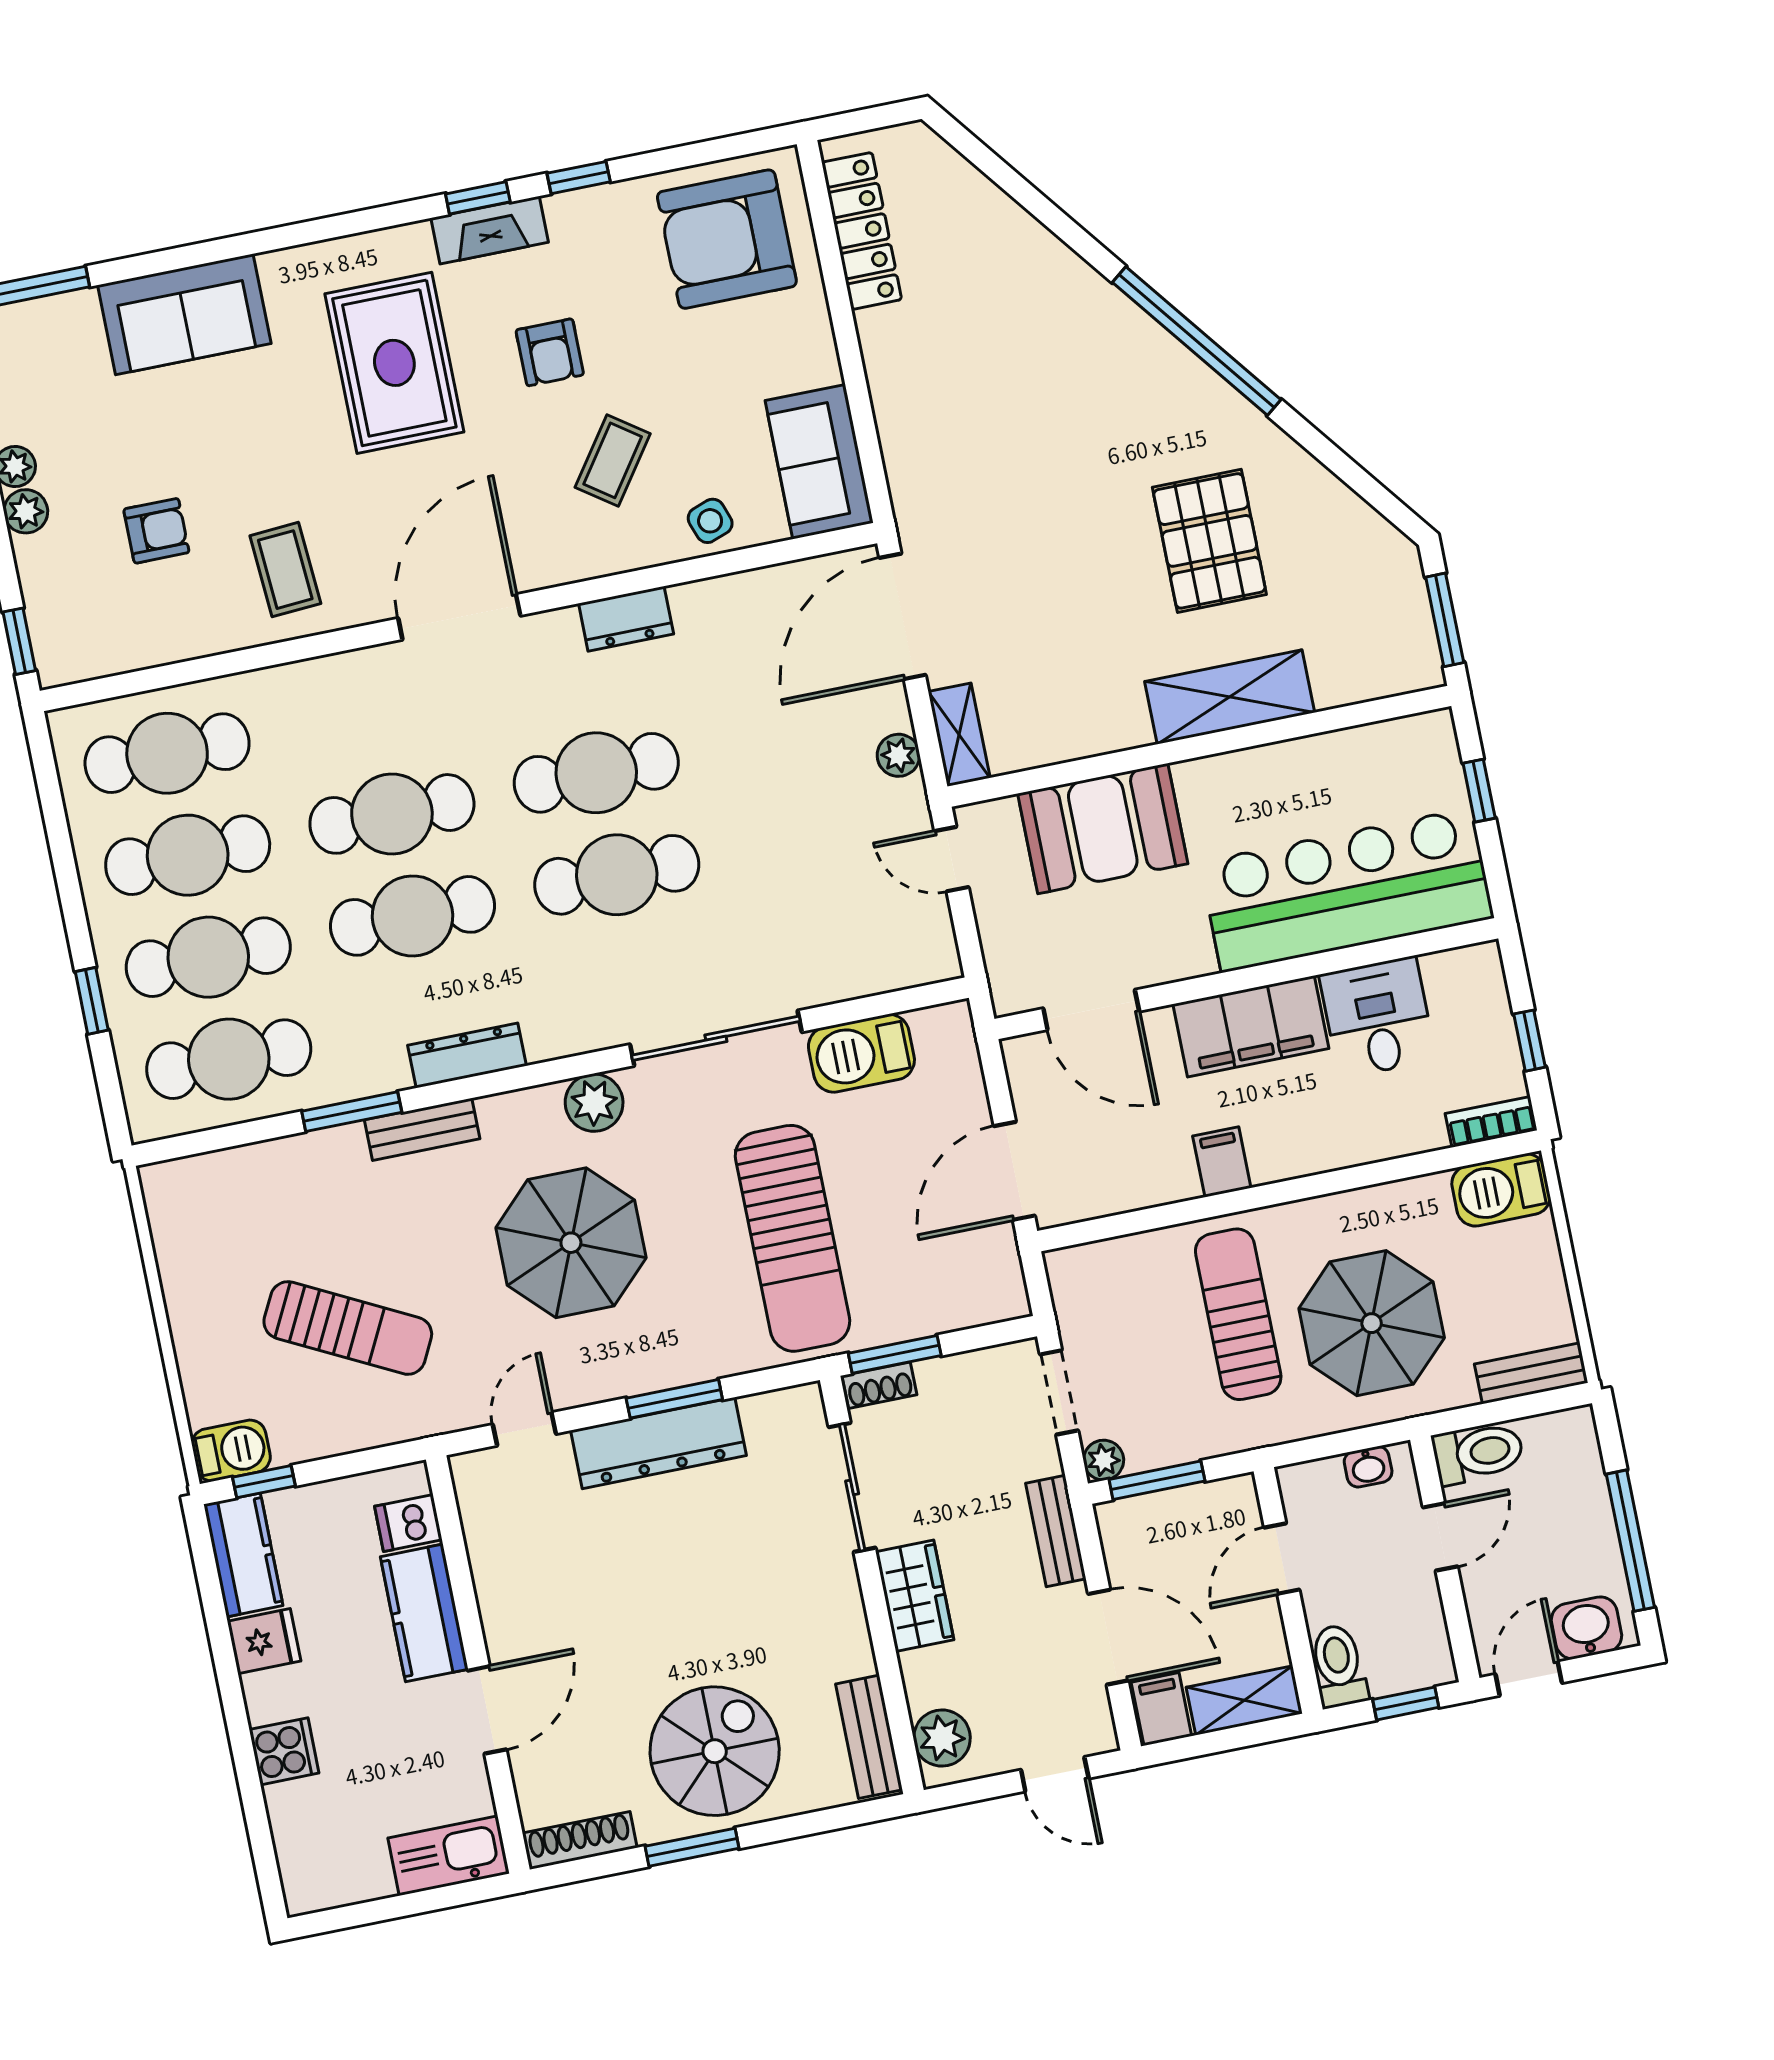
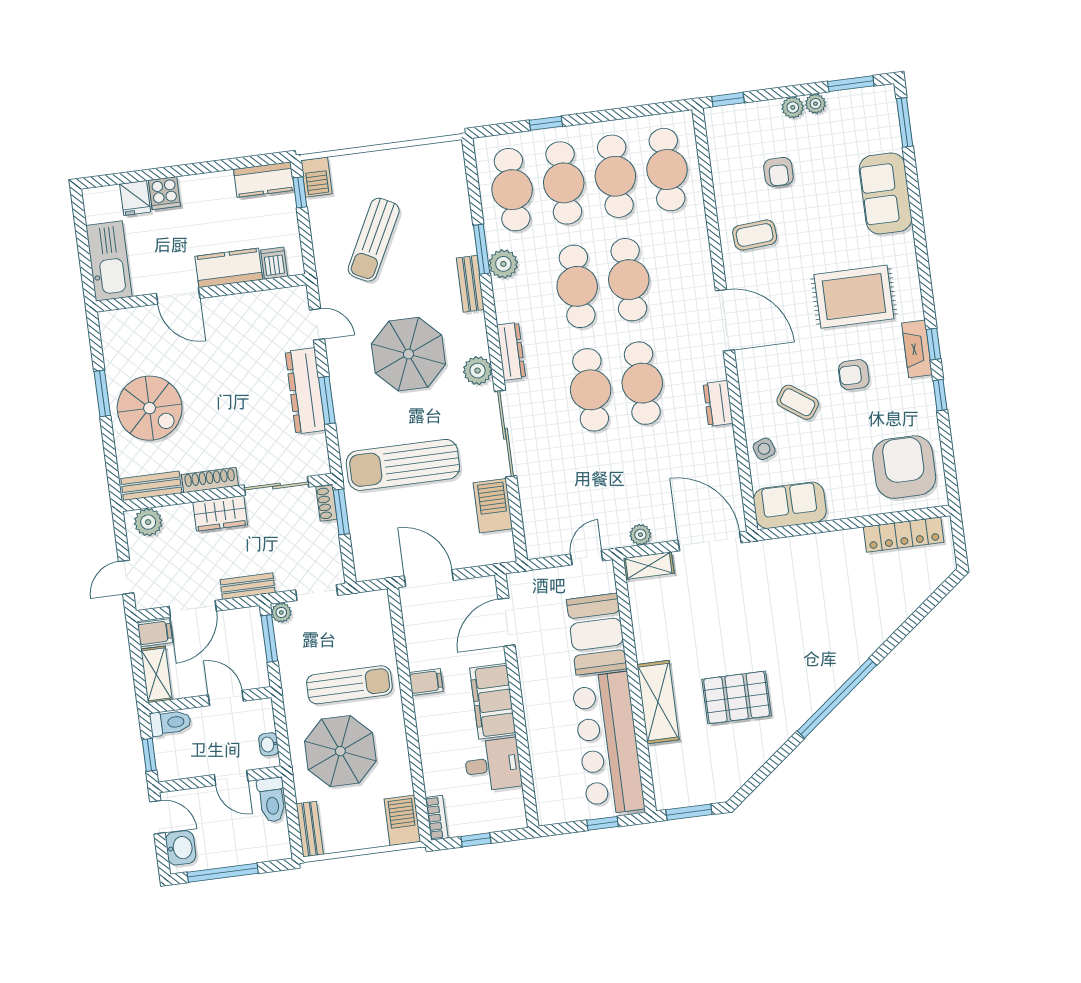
bar counter: (1347, 890) -> (608, 744), moved, turned 180
dresser: (467, 1056) -> (511, 351), moved
plant: (378, 1066) -> (503, 264), added
fridge: (264, 1641) -> (135, 198), moved
shoe rack: (580, 1840) -> (210, 480), moved, turned -90
kitchen sink: (449, 1856) -> (109, 261), width x1.36, depth x1.24

